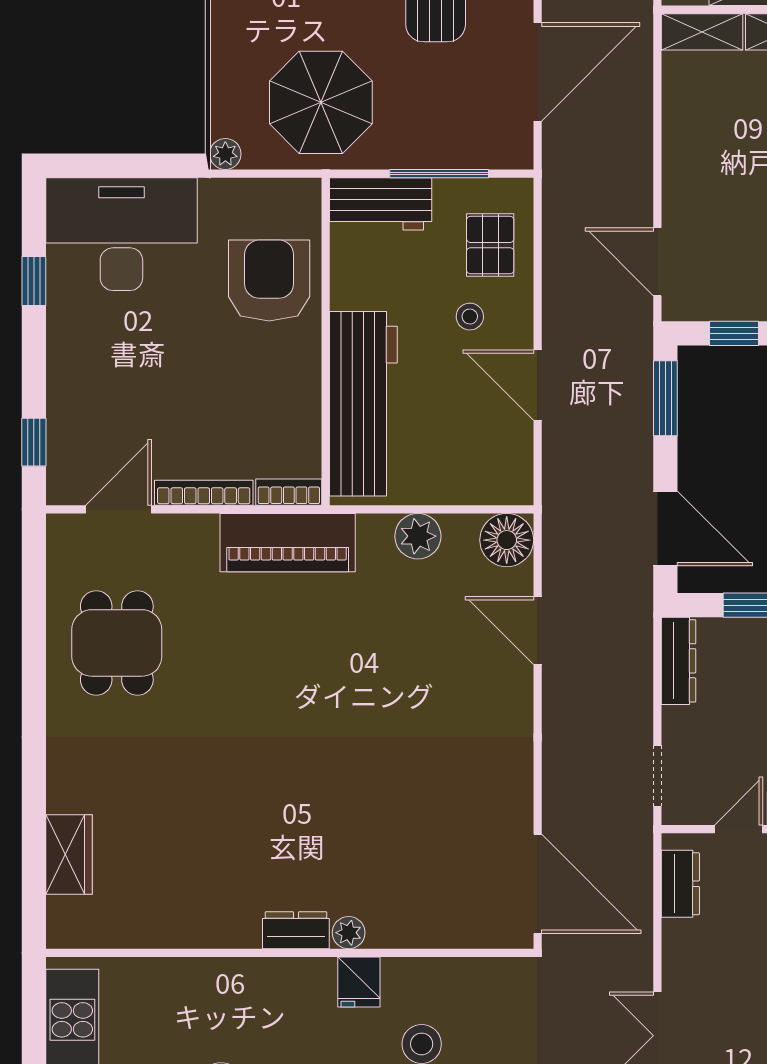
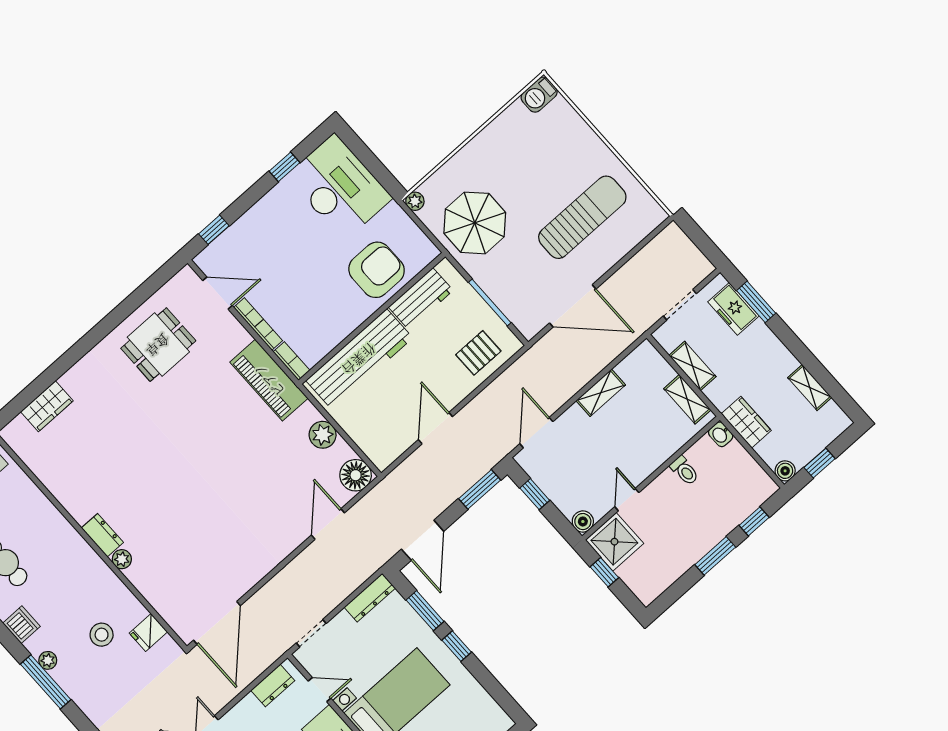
shelving: (702, 32) -> (601, 393), moved, turned 90
workbench: (381, 204) -> (421, 299), moved, turned -90
stool: (470, 317) -> (439, 372), removed
fridge: (359, 982) -> (148, 633), moved

